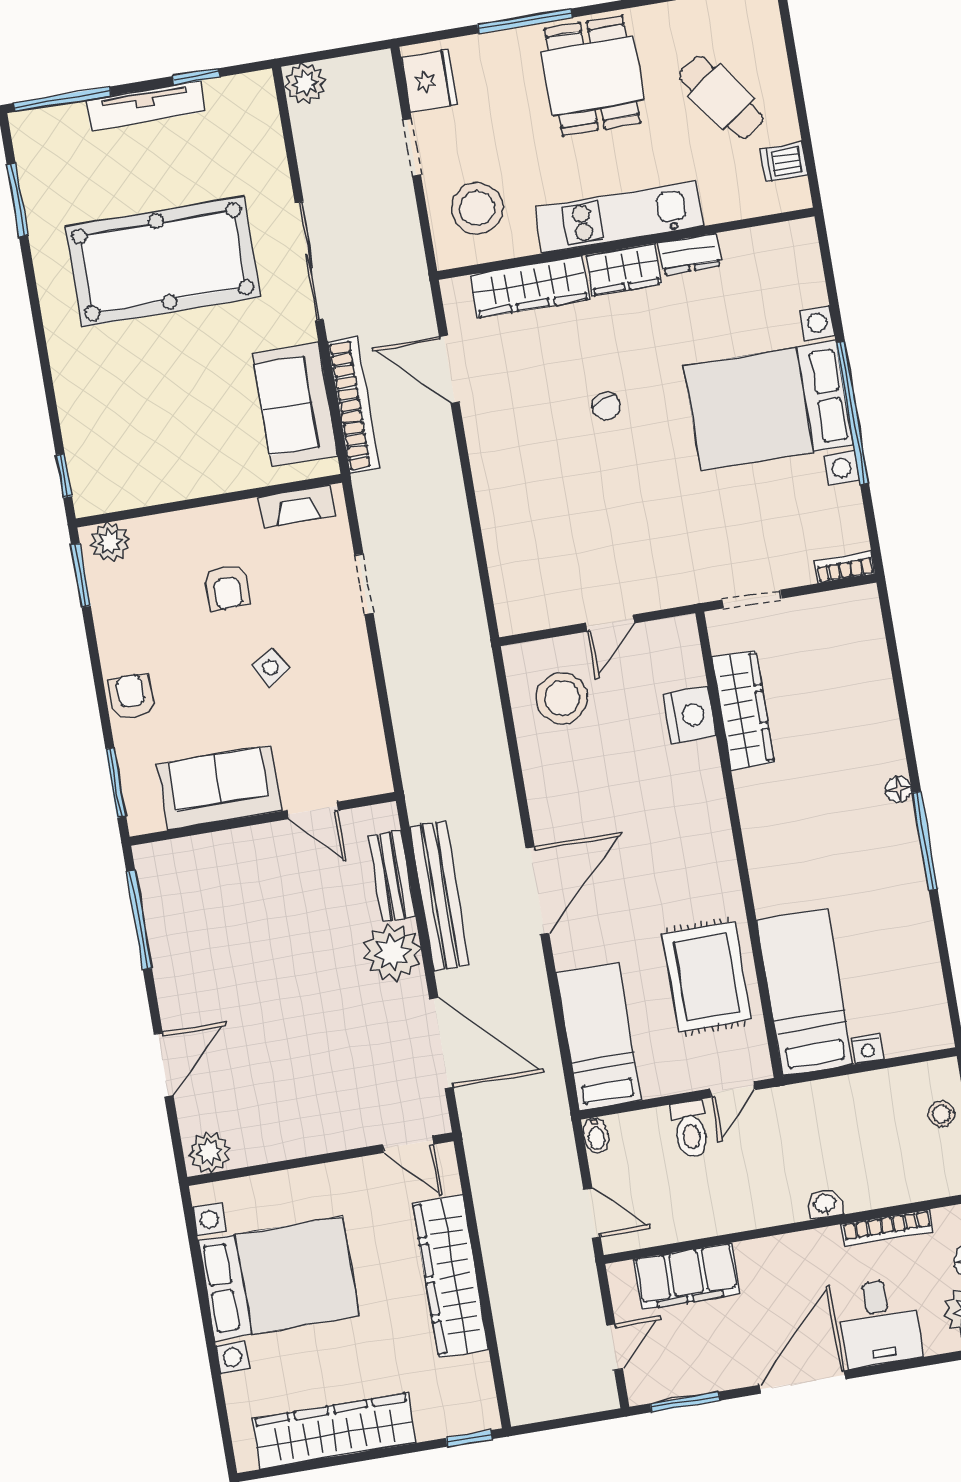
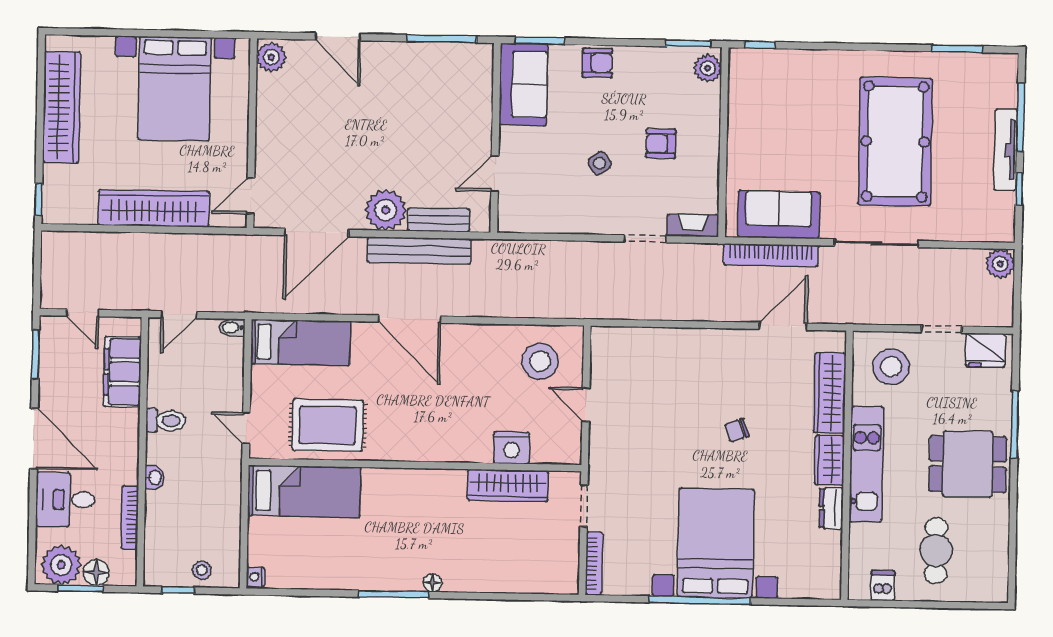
cafe table: (721, 97) -> (936, 551), turned -54
window: (62, 99) -> (1021, 117), moved
fireplace: (297, 506) -> (693, 225), moved, turned 90
bookcase: (845, 567) -> (594, 563), width x1.56
sofa: (219, 788) -> (523, 84), moved
nightstand: (868, 1049) -> (256, 577), moved
toilet: (690, 1129) -> (166, 421), moved, turned 180

